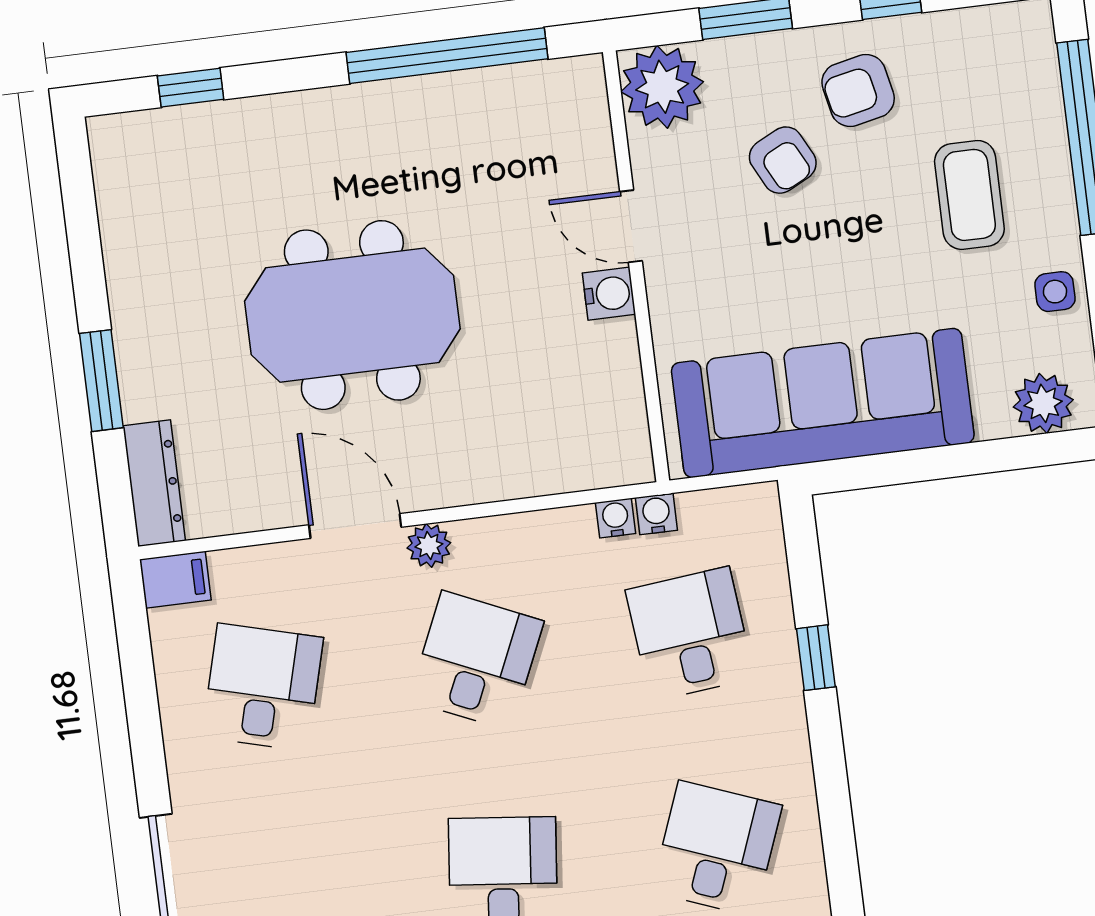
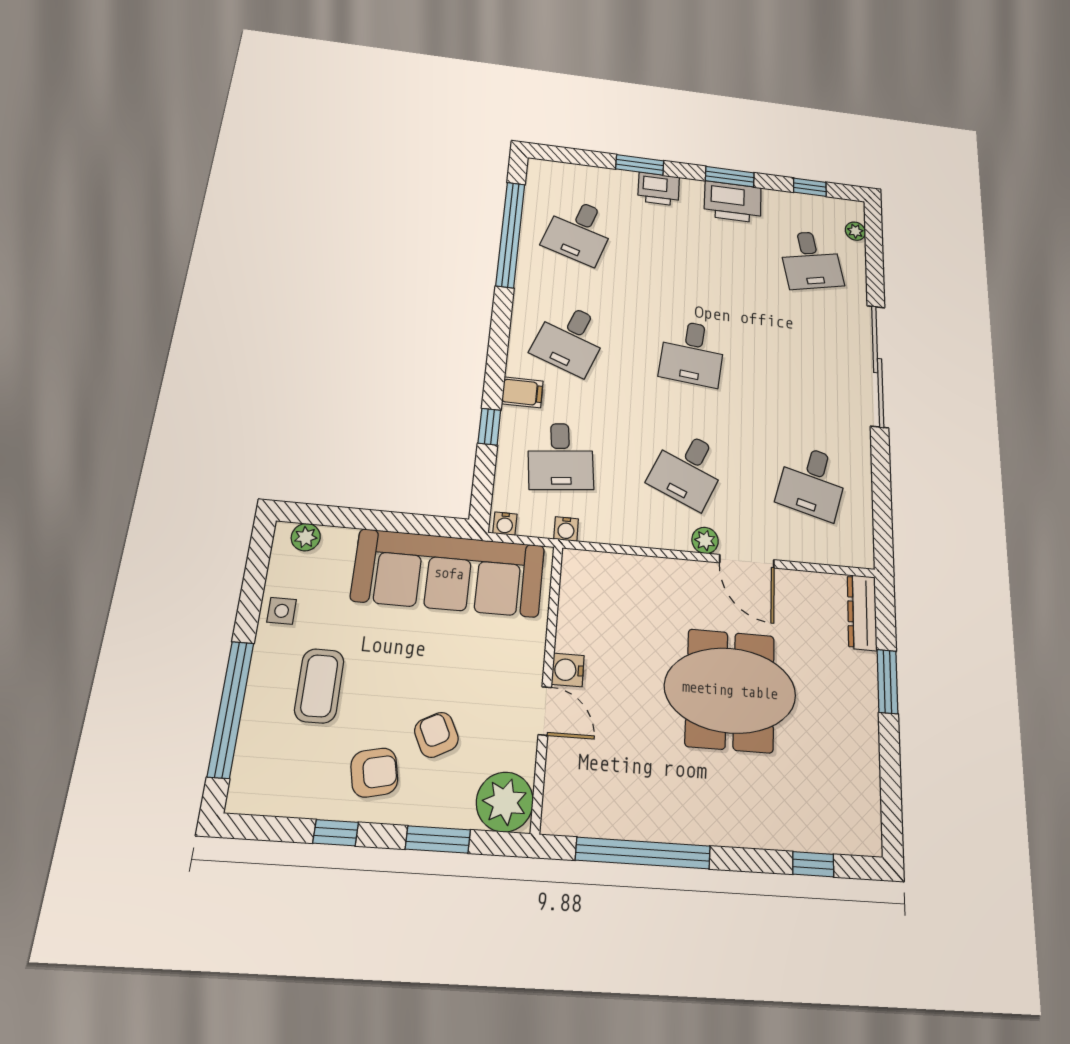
plant: (1043, 403) -> (306, 537), width x0.73, depth x0.73
water cooler: (615, 518) -> (505, 524), moved
filing cabinet: (175, 580) -> (522, 392), moved, turned 180

